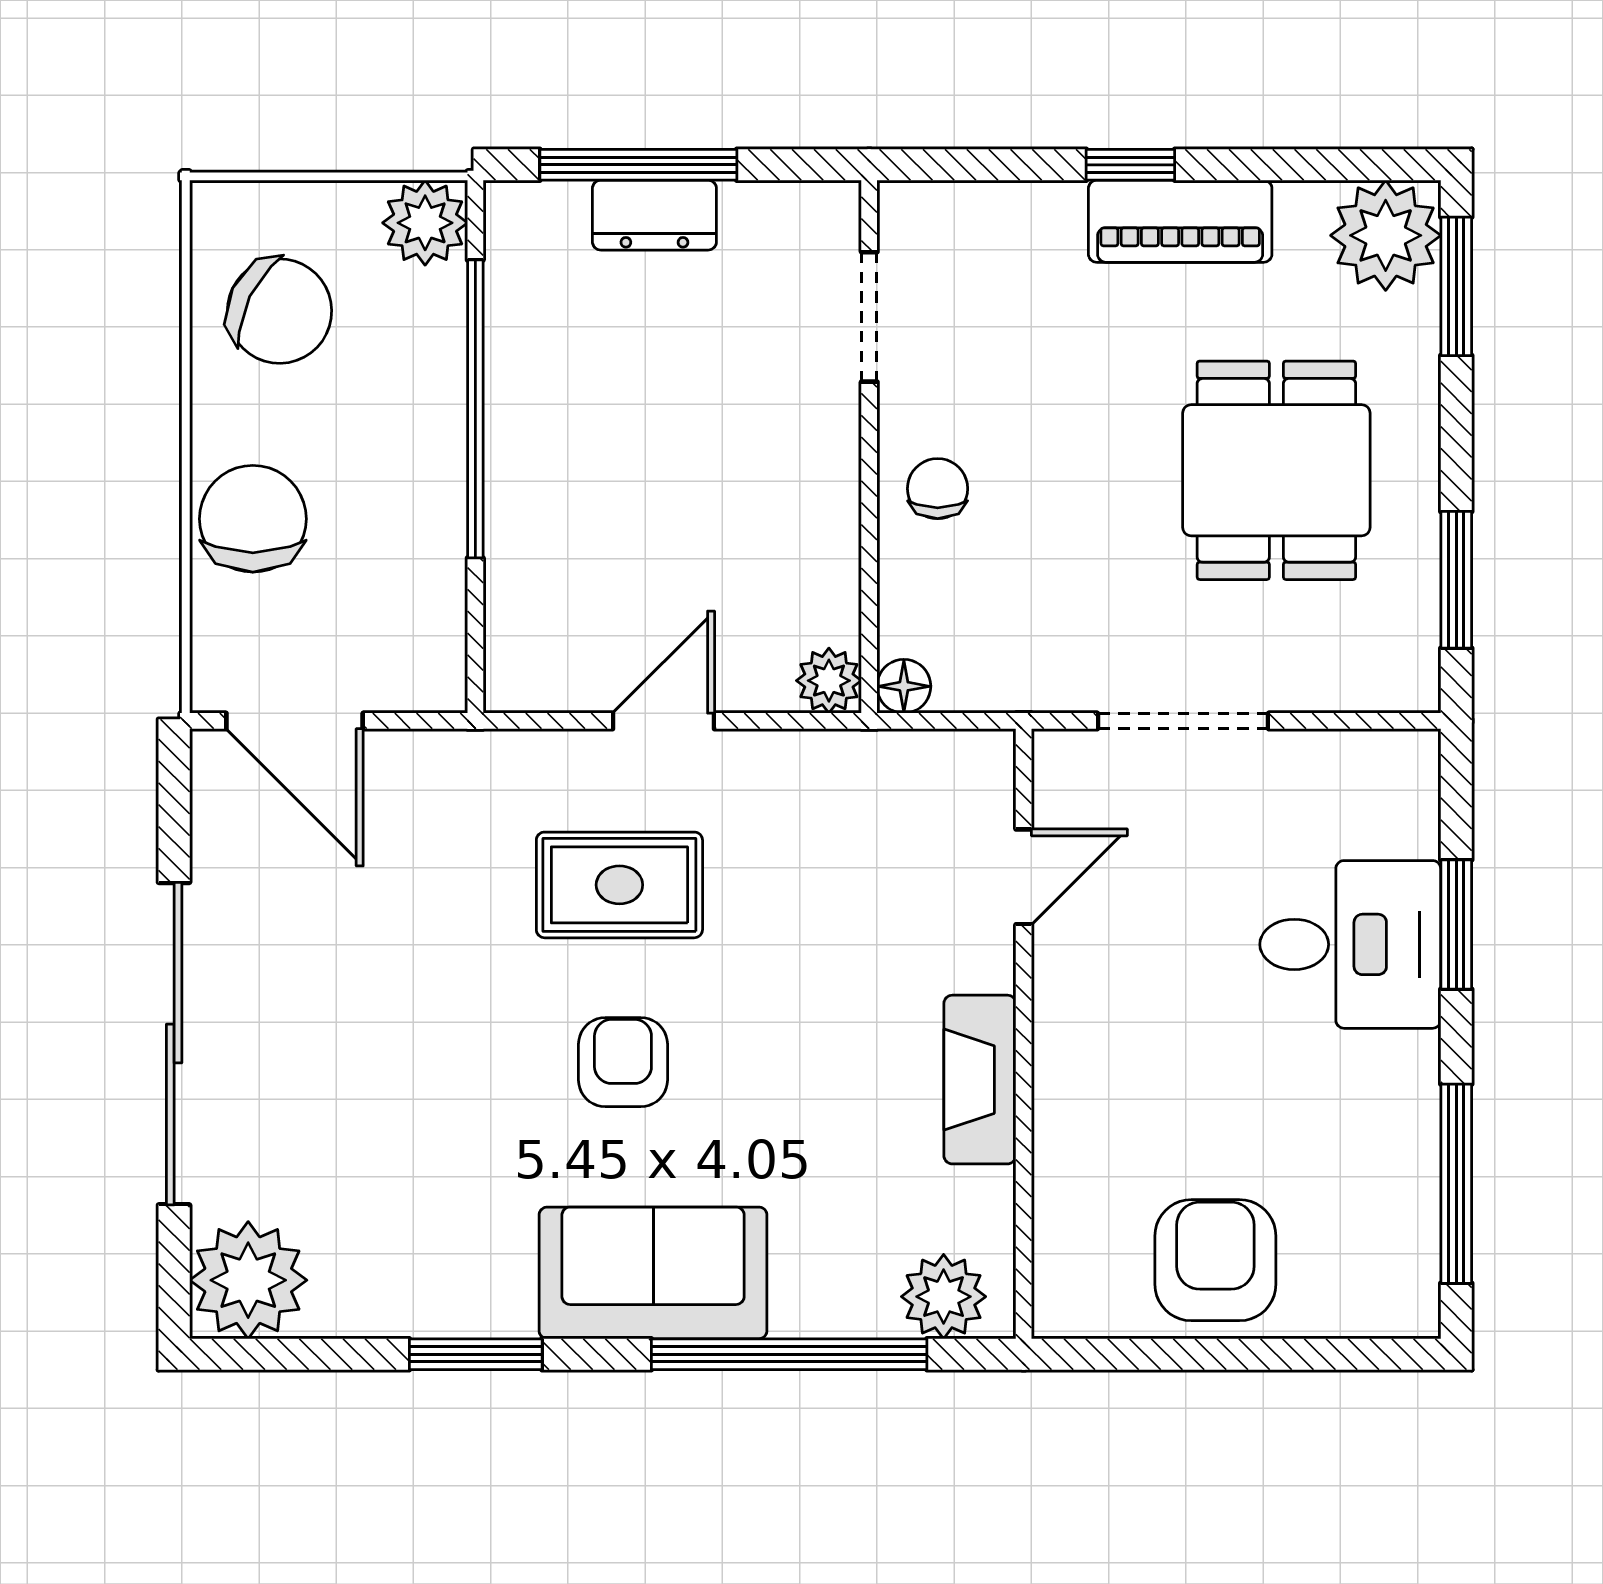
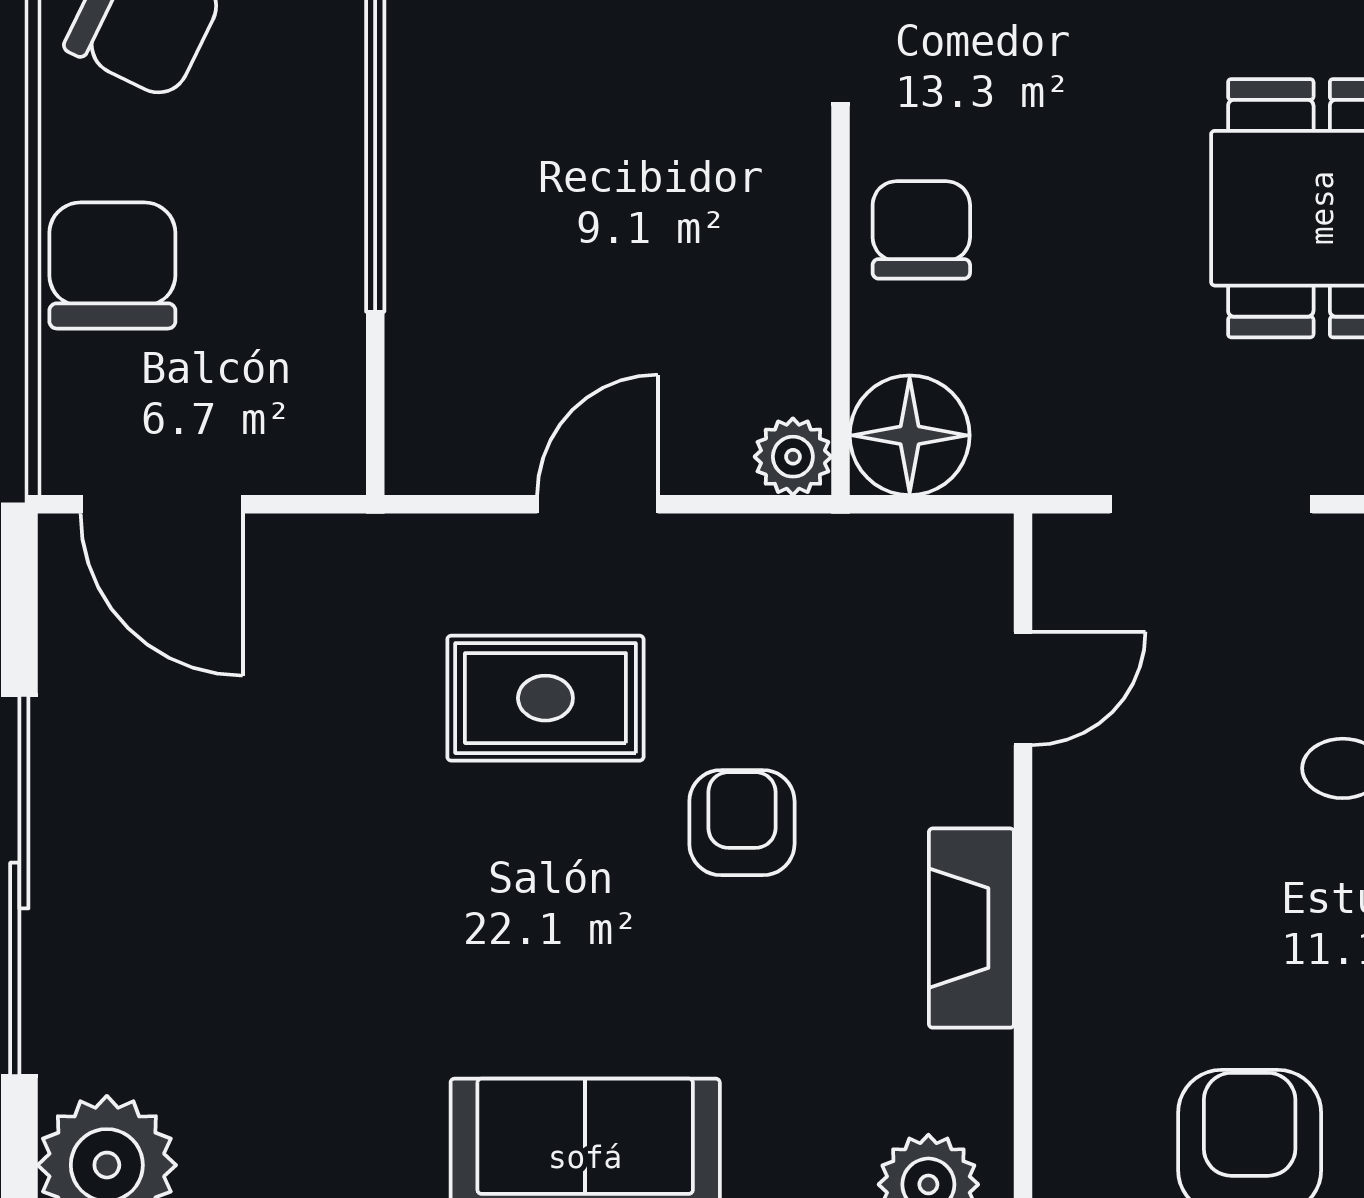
chair: (938, 489) -> (921, 230), width x1.37, depth x1.37
floor lamp: (904, 686) -> (910, 435), width x1.89, depth x1.89
armchair: (623, 1062) -> (742, 823), moved

